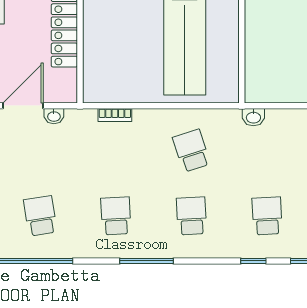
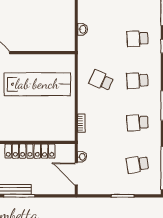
washbasin: (253, 117) -> (83, 29), moved
school desk: (191, 151) -> (101, 81), turned 42

